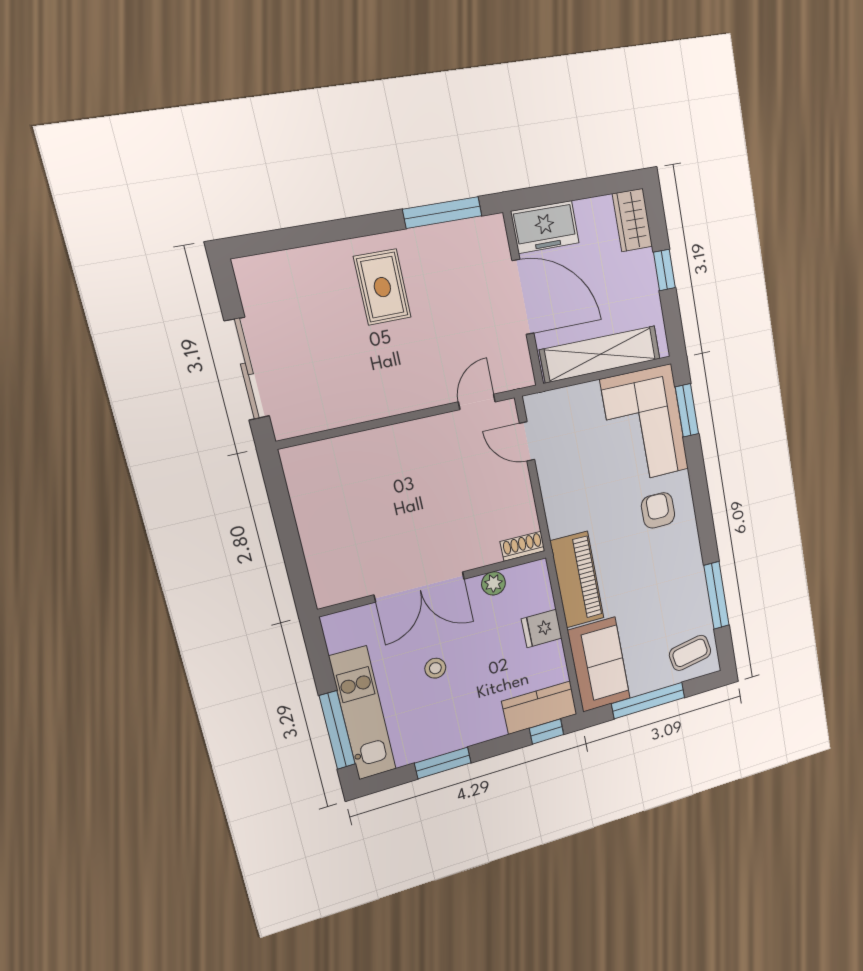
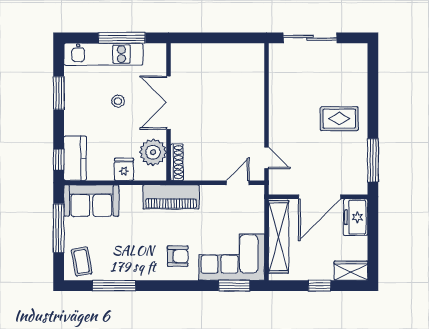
shoe rack: (523, 546) -> (177, 162), width x1.43
piano: (577, 580) -> (171, 197), moved
plant: (493, 583) -> (153, 152), width x1.88, depth x1.88
window: (337, 730) -> (122, 38), moved

